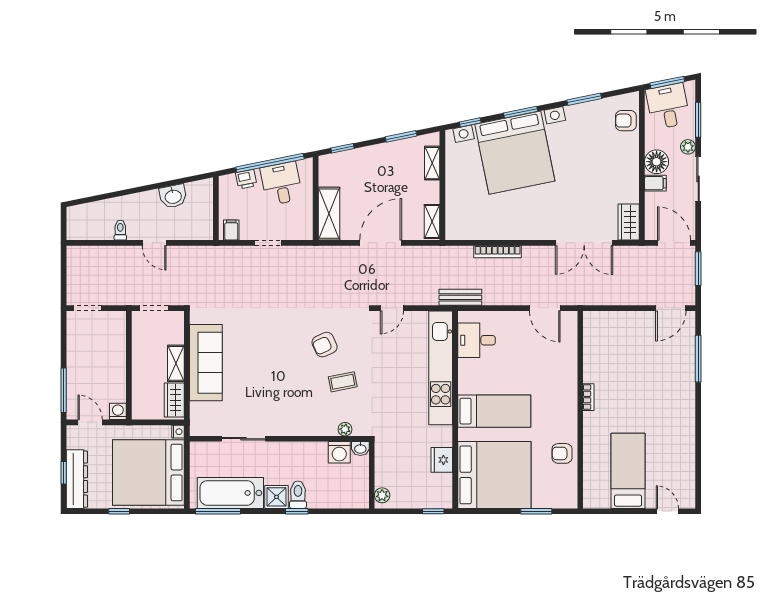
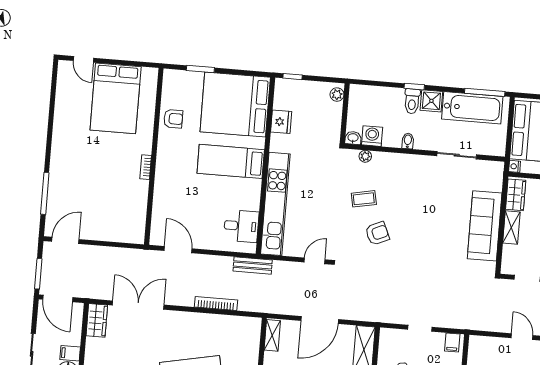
bidet: (299, 450) -> (408, 141), added
bed: (628, 471) -> (116, 98), width x1.50

